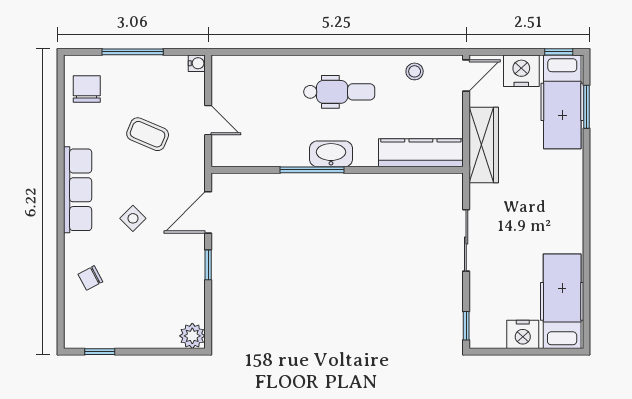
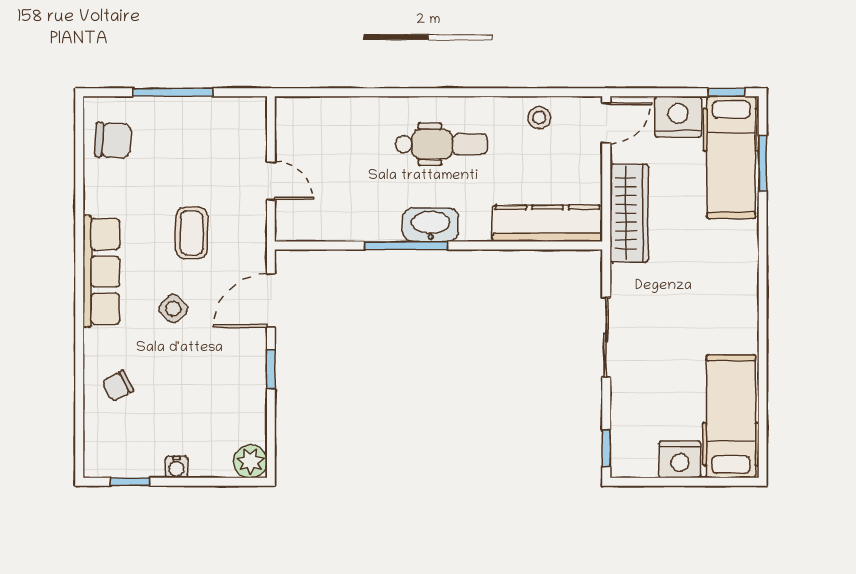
water cooler: (197, 63) -> (176, 467), moved, turned 90
chair: (87, 89) -> (113, 140), turned 93
coffee table: (148, 134) -> (192, 233), moved, turned 67

